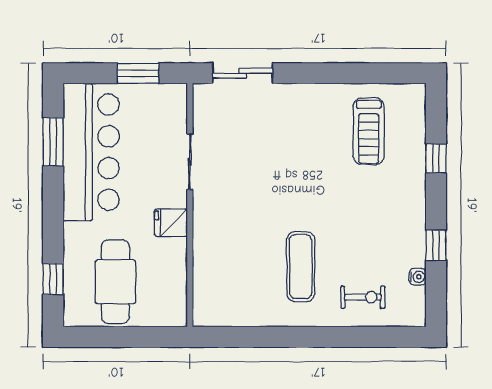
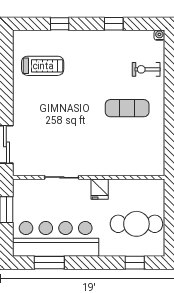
water cooler: (418, 277) -> (159, 35), moved
exercise bike: (363, 297) -> (146, 69), turned -90

